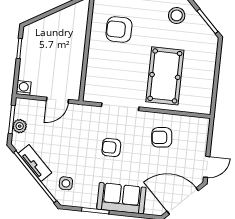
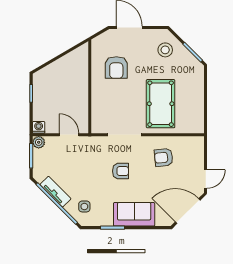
armchair: (119, 30) -> (116, 68), turned -90
door: (57, 100) -> (69, 135), swing flipped
plant: (20, 126) -> (39, 142), moved
armchair: (111, 147) -> (121, 171), turned 180

